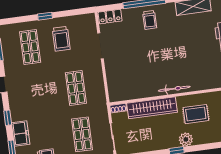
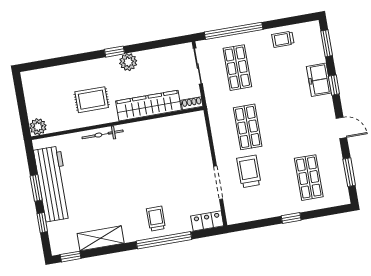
trolley: (61, 39) -> (249, 171), moved
bicycle: (174, 89) -> (103, 134), moved
freezer: (21, 133) -> (319, 80), moved
plant: (186, 139) -> (128, 62), moved

